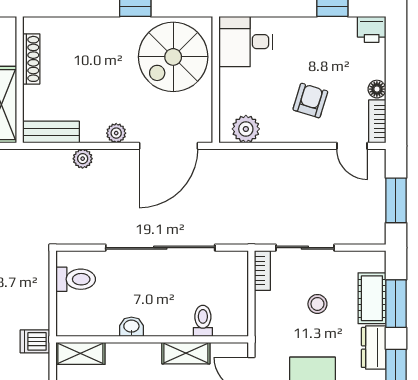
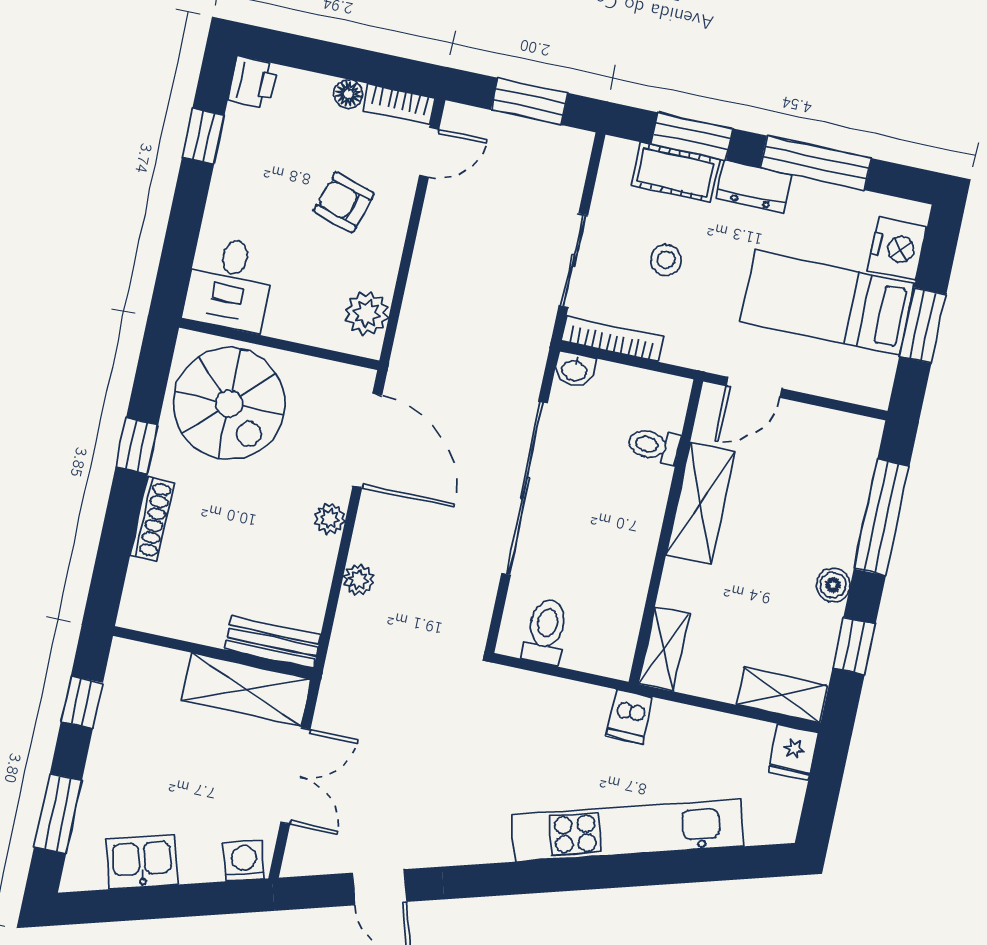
shoe rack: (31, 59) -> (152, 519), moved, turned 90
bench: (51, 132) -> (273, 642), moved, turned 90
bookcase: (262, 271) -> (612, 339), width x1.56
washbasin: (131, 327) -> (574, 370), moved, turned -90
shelving: (186, 353) -> (701, 503), width x1.50, depth x1.33

